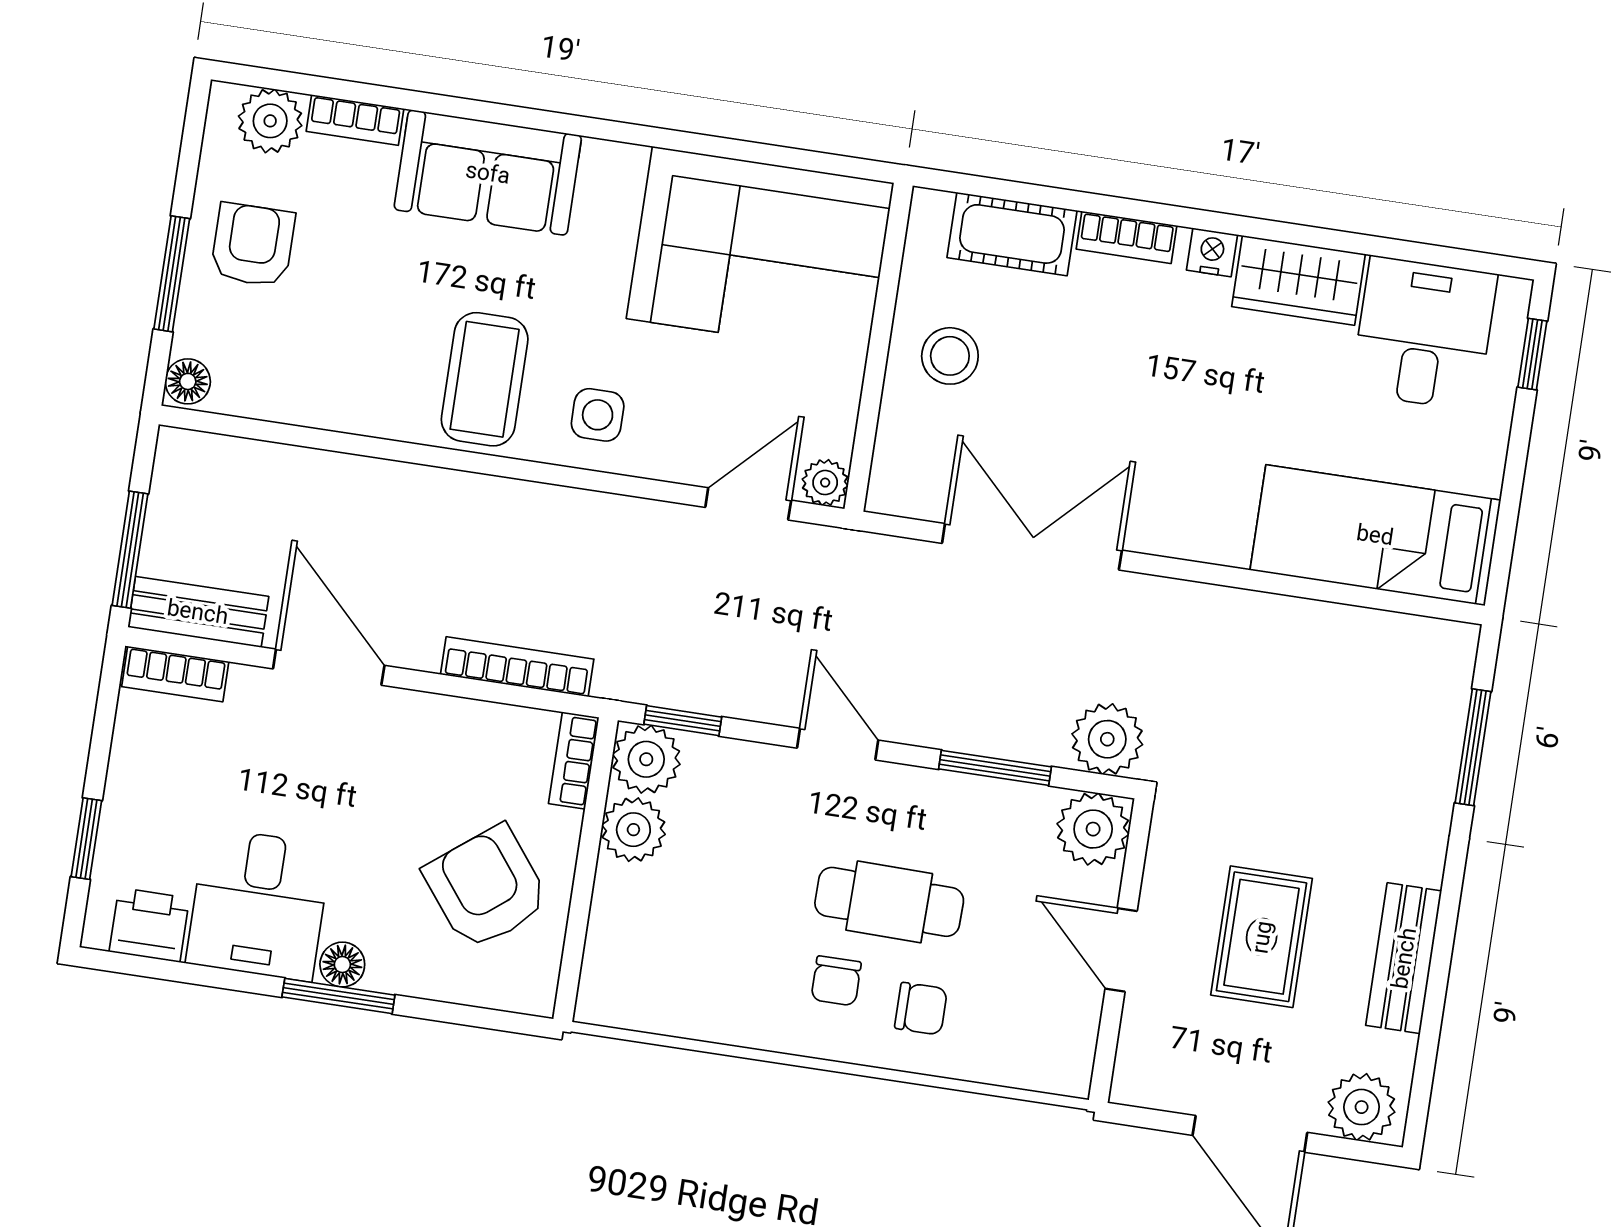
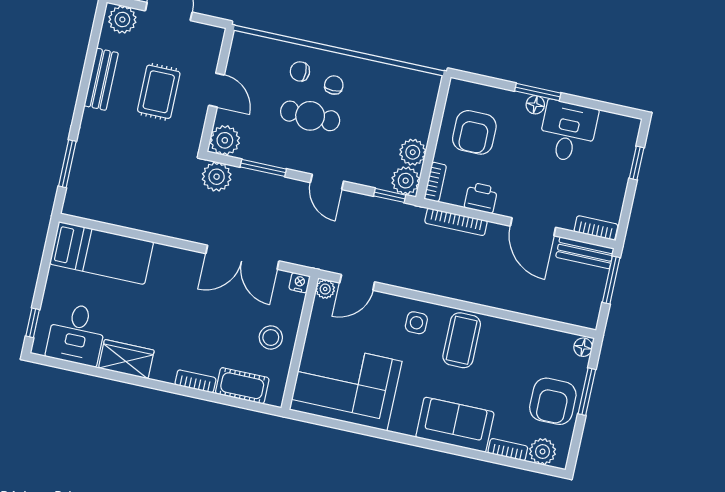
armchair: (253, 245) -> (553, 401), width x1.38, depth x1.38
nightstand: (1212, 252) -> (300, 283), moved, turned 180
armchair: (486, 887) -> (474, 132), turned 38
printer: (149, 925) -> (481, 198), moved, turned 180

